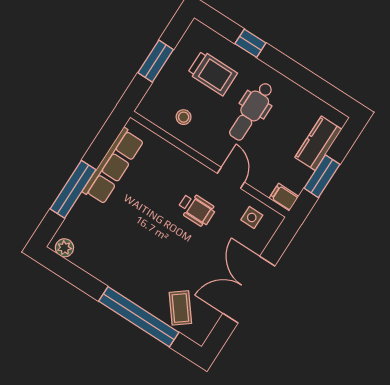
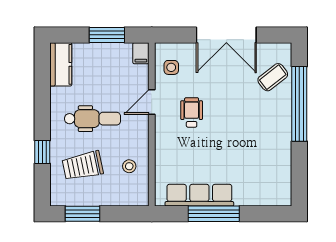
window: (156, 61) -> (82, 214), moved
trolley: (212, 73) -> (83, 166), turned -102
kitchen counter: (318, 143) -> (61, 64), moved, turned -90
window: (73, 189) -> (214, 214), moved
plant: (64, 248) -> (284, 192), removed

